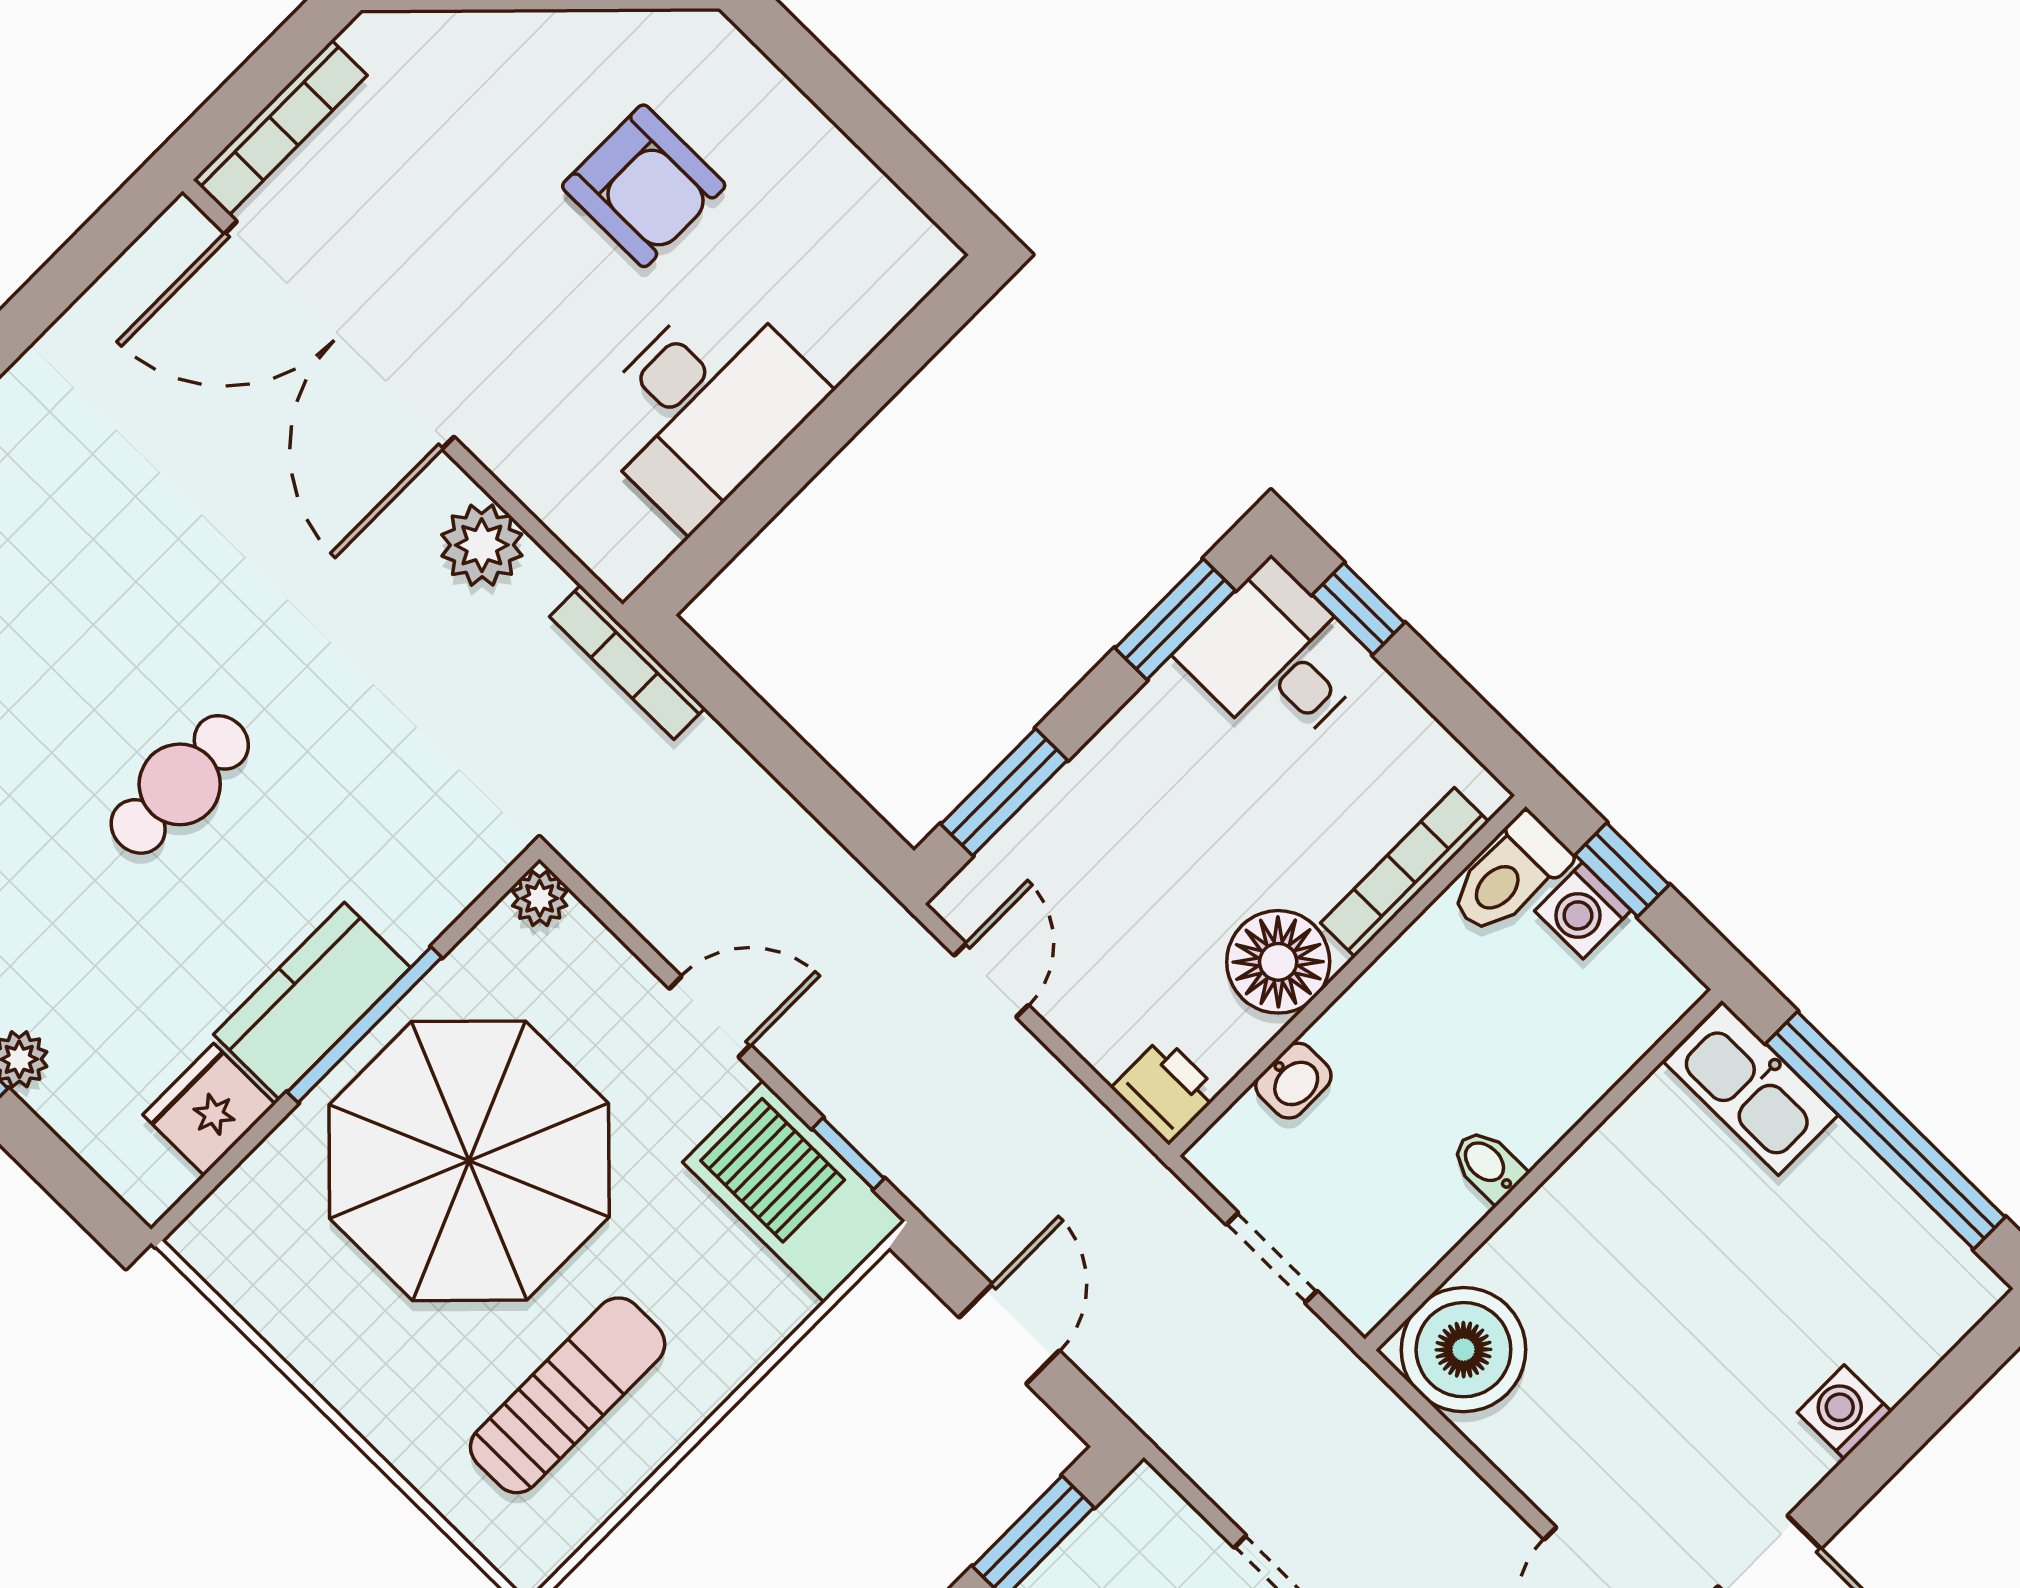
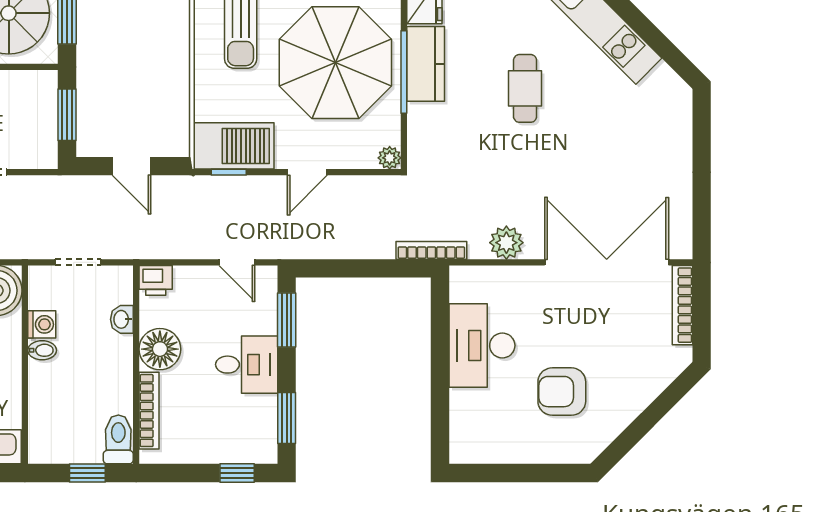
desk: (1276, 659) -> (247, 365), moved
washing machine: (1583, 911) -> (42, 324), moved, turned 90

